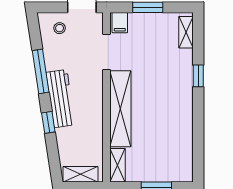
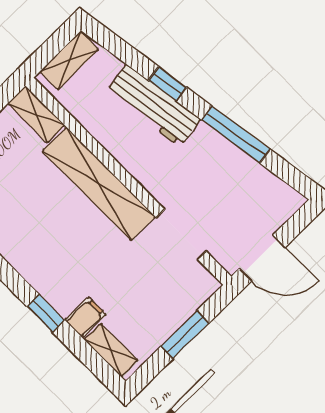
filing cabinet: (120, 23) -> (85, 317), moved, turned 90
stool: (60, 28) -> (264, 208), removed
workbench: (61, 99) -> (153, 105), moved

